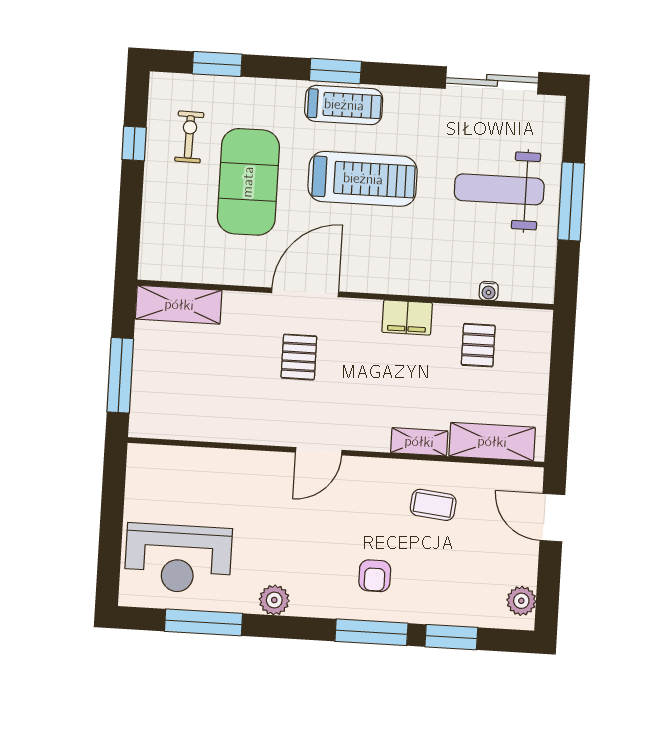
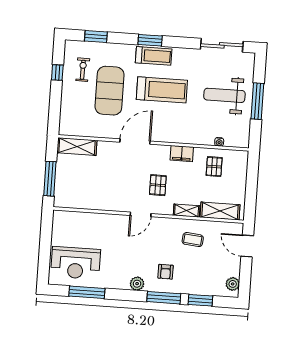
pallet: (299, 357) -> (158, 185), moved
plant: (274, 600) -> (137, 284), moved

